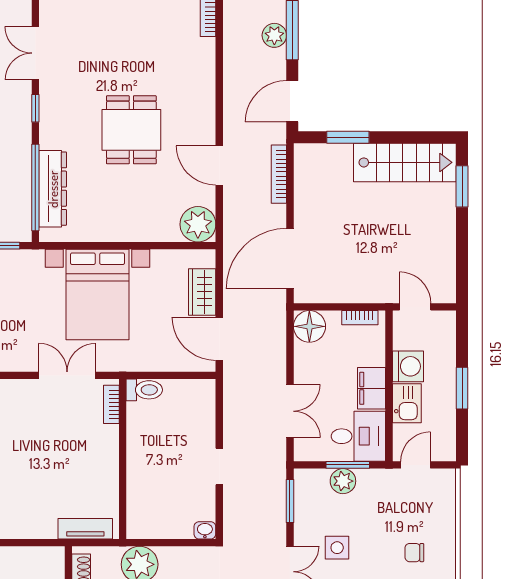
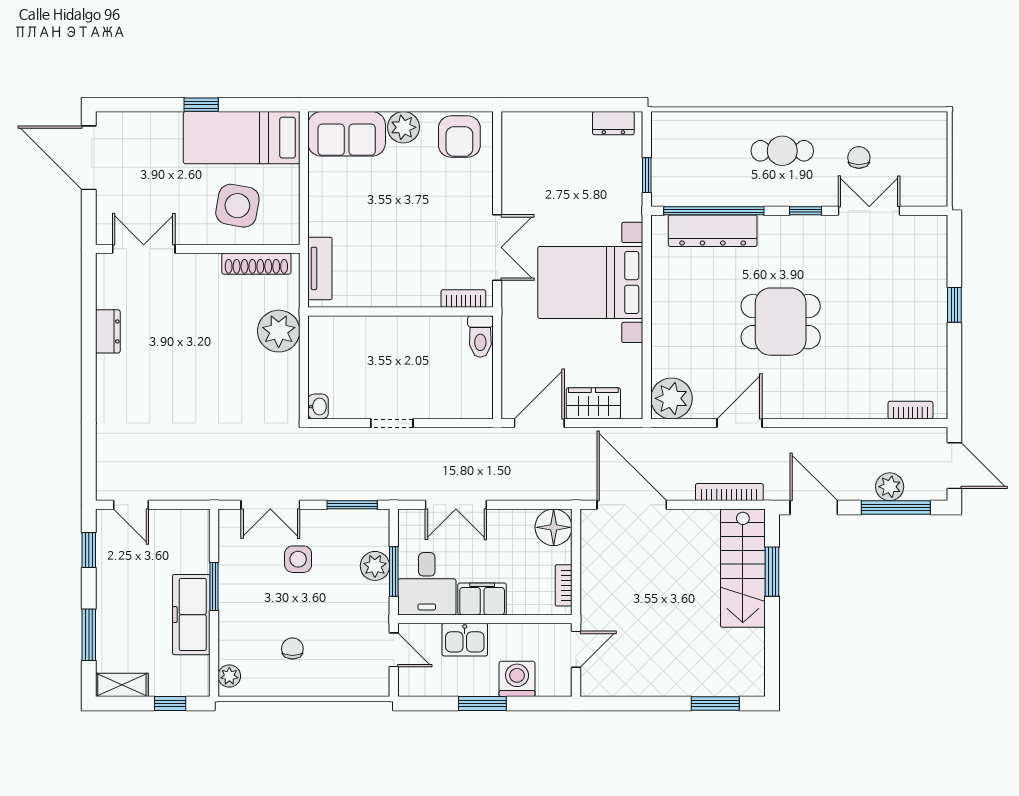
stairs: (405, 162) -> (743, 568), moved
washing machine: (408, 366) -> (517, 679), moved, turned 180

